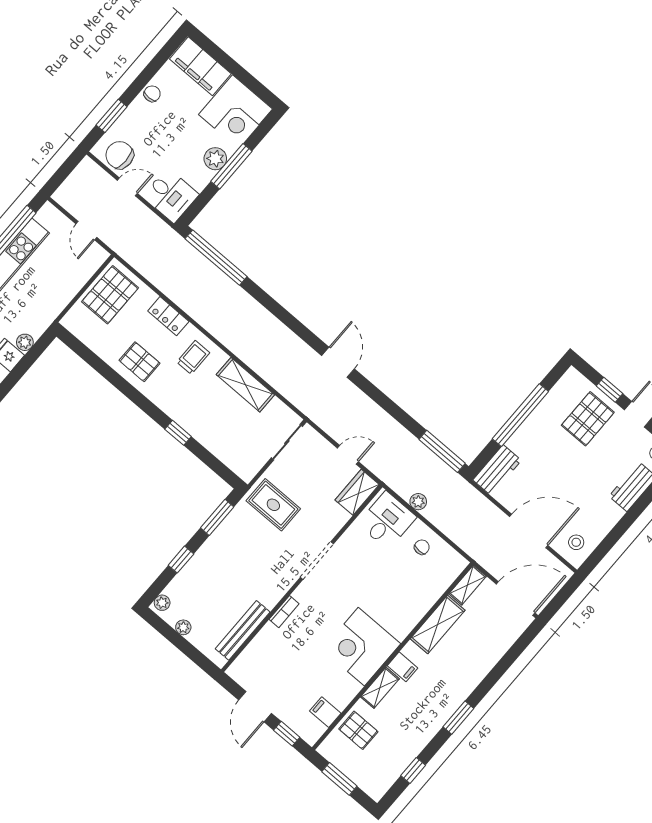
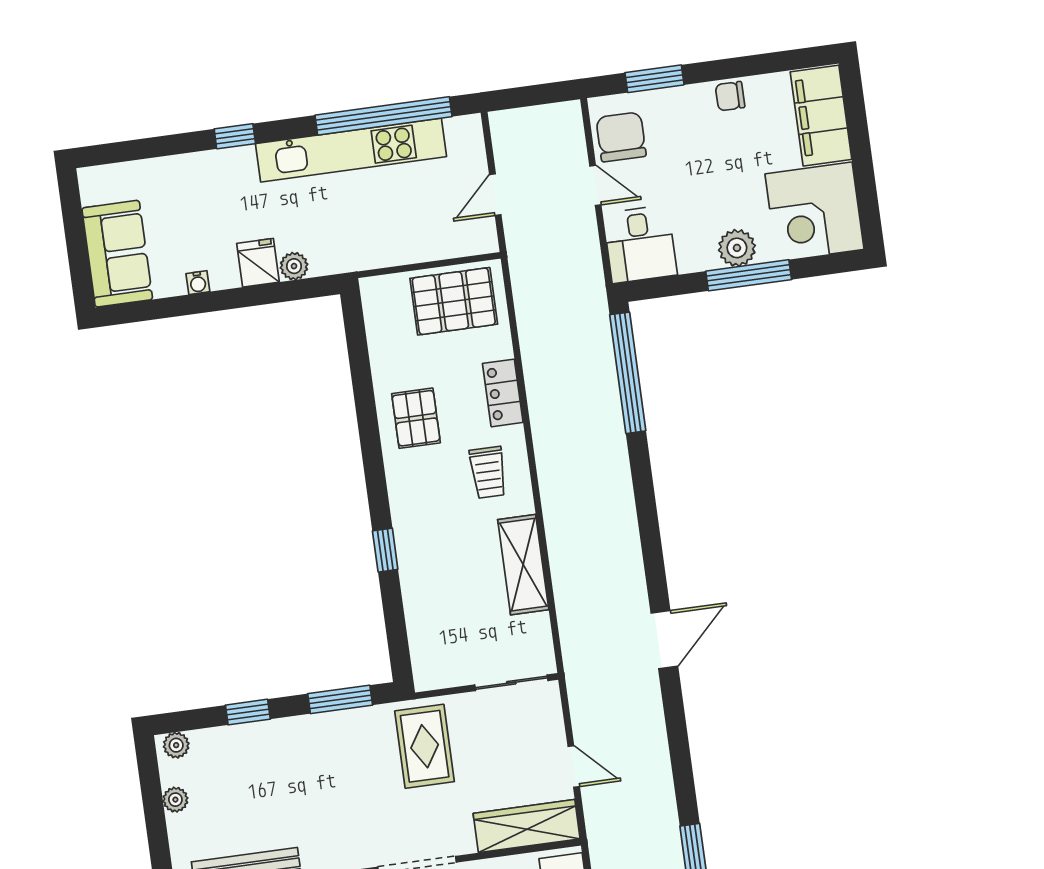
chair: (152, 94) -> (730, 96), turned 180
trolley: (193, 357) -> (488, 472), turned 90
wardrobe: (357, 492) -> (527, 826), width x1.50

